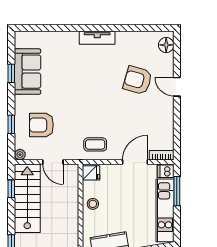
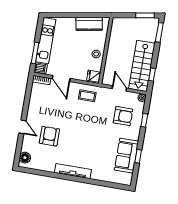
tv unit: (97, 38) -> (73, 171), width x1.41
armchair: (138, 80) -> (49, 136), turned -106
door: (135, 162) -> (61, 79), hinge flipped

